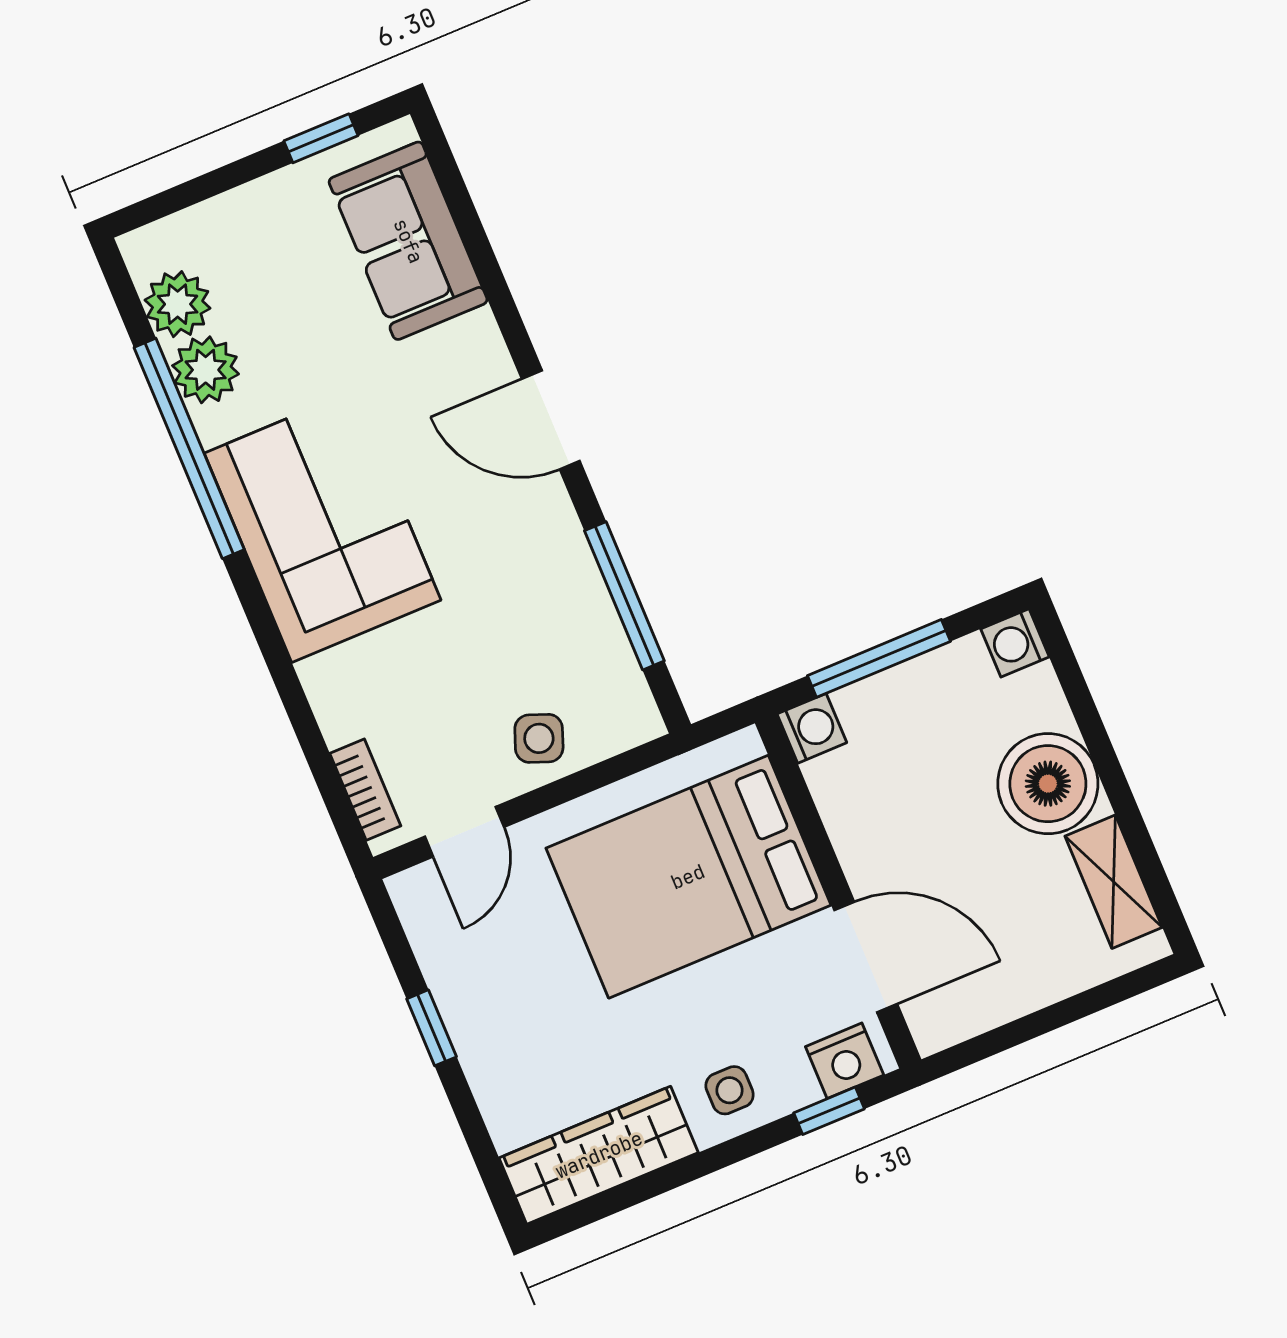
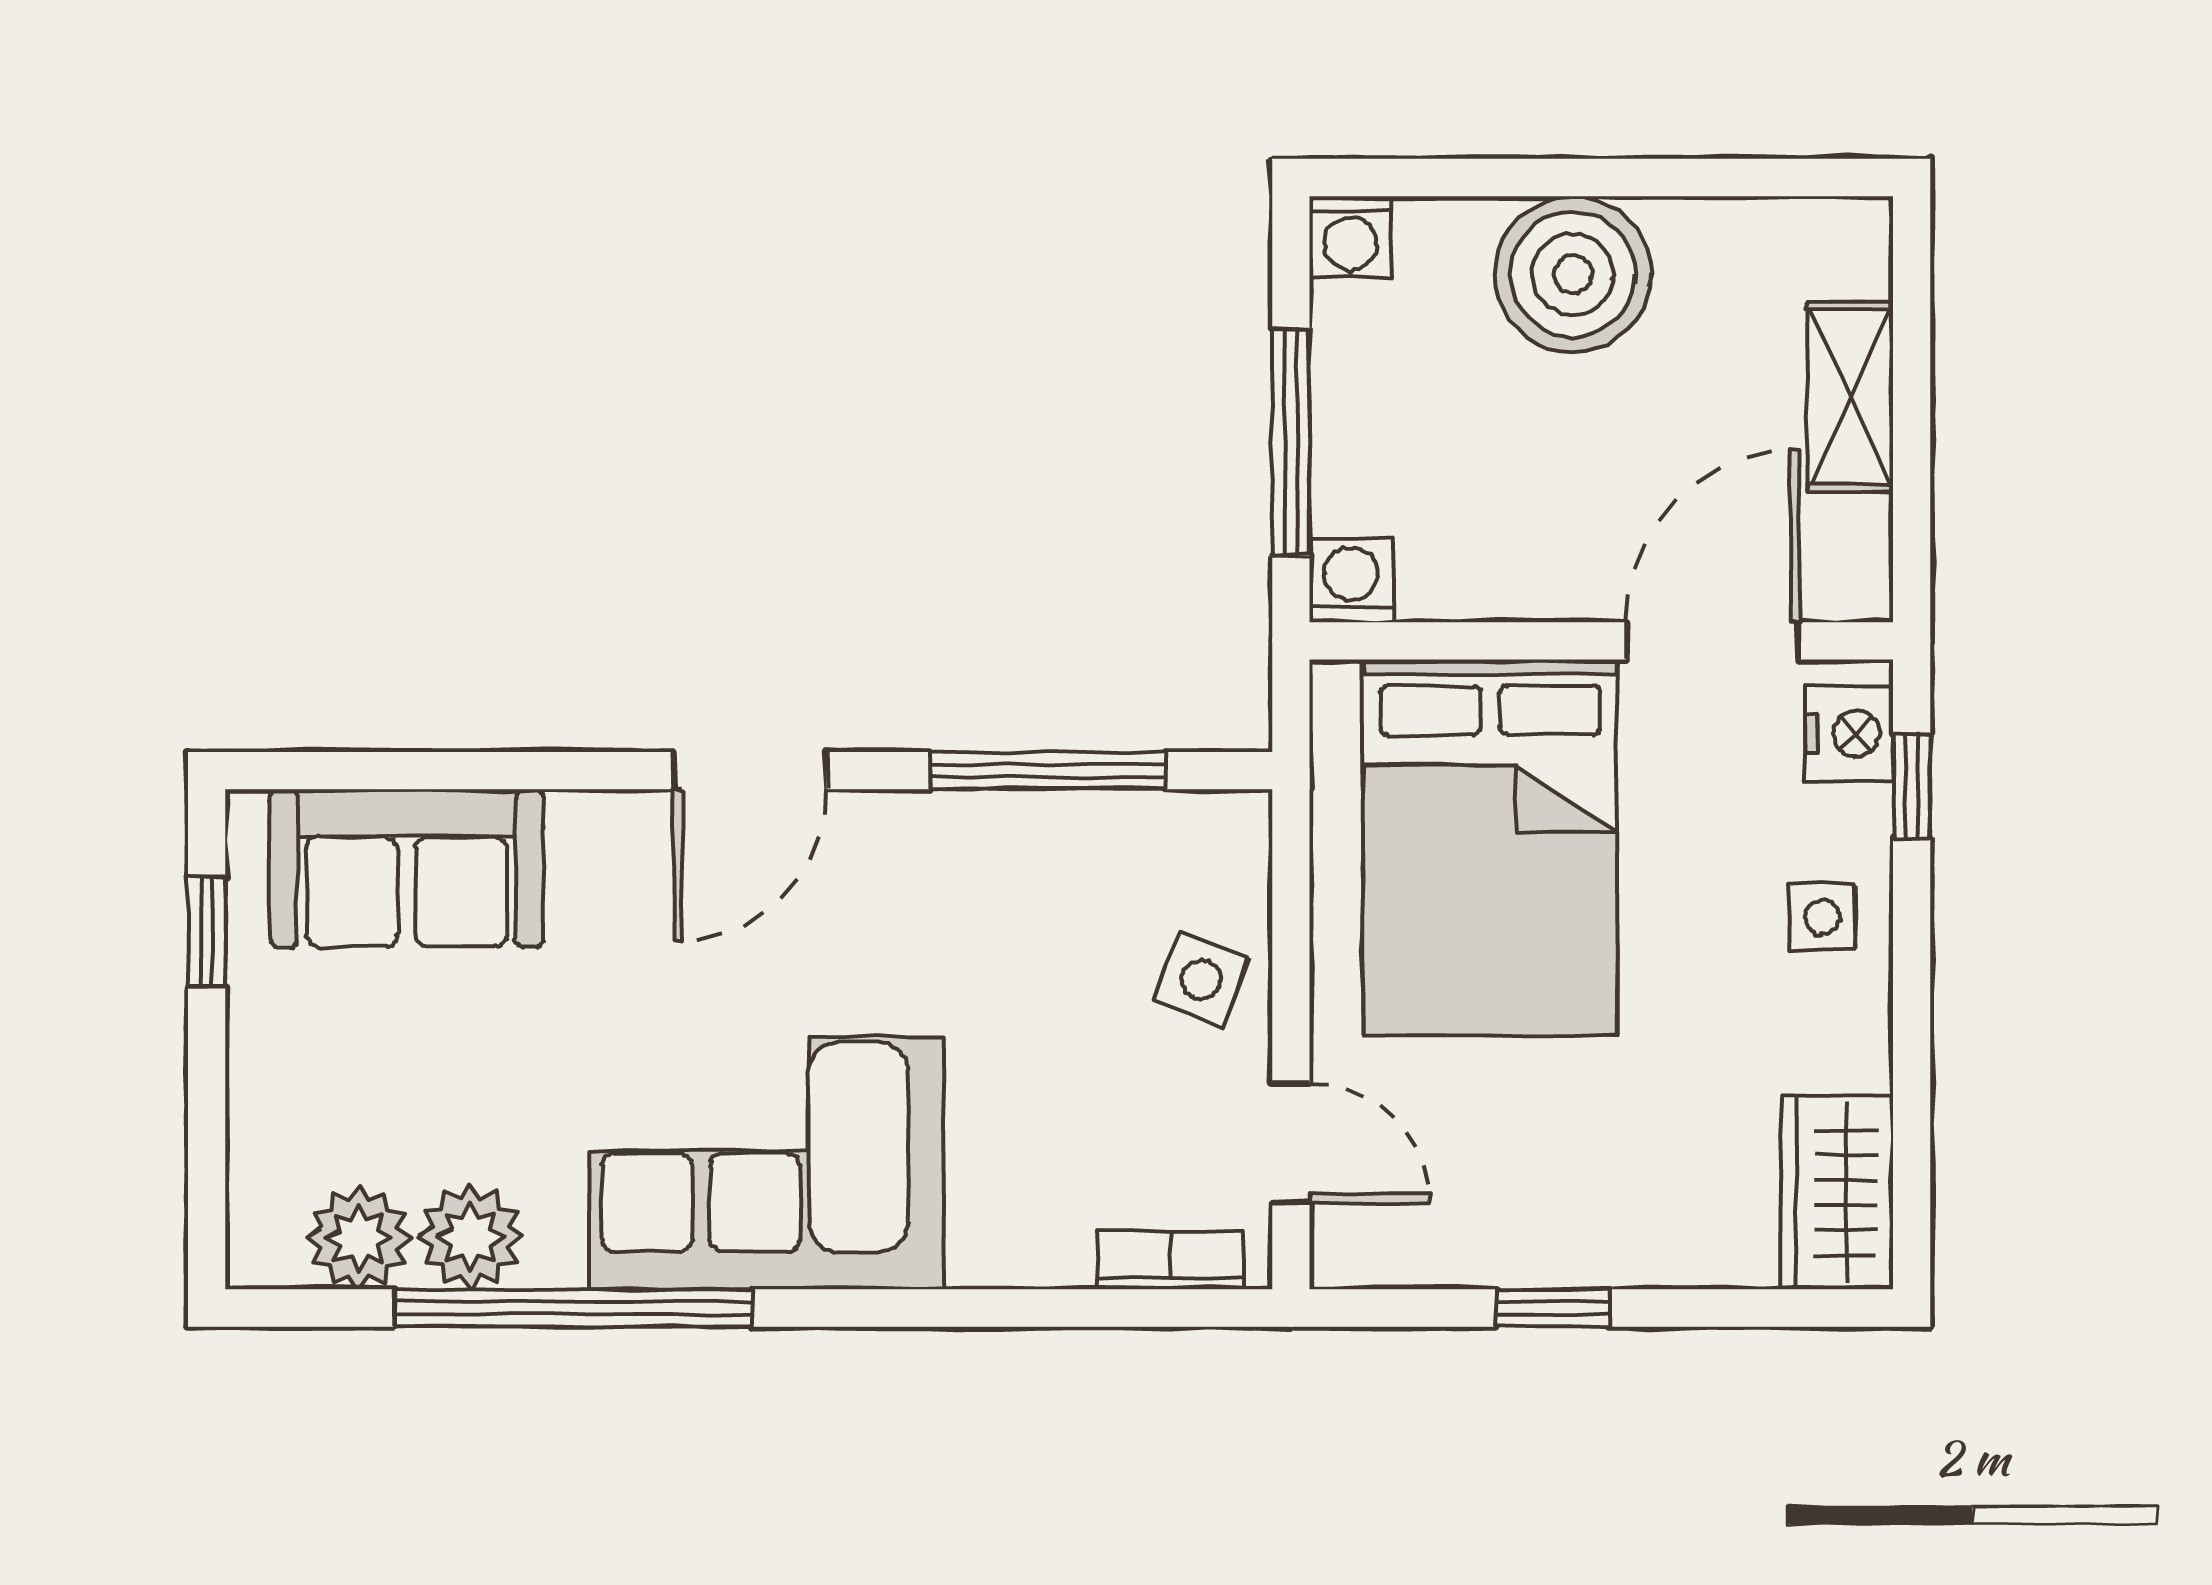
shelving: (1114, 882) -> (1850, 397), moved, turned 90
wardrobe: (599, 1155) -> (1837, 1193), width x0.67

